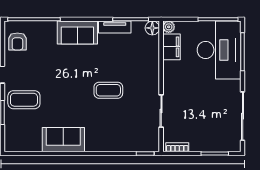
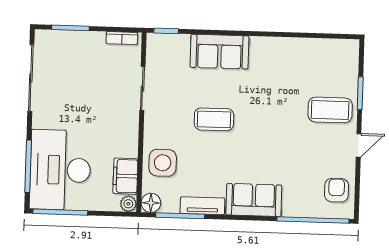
side table: (145, 57) -> (163, 163), added
sofa: (63, 140) -> (219, 52), moved

